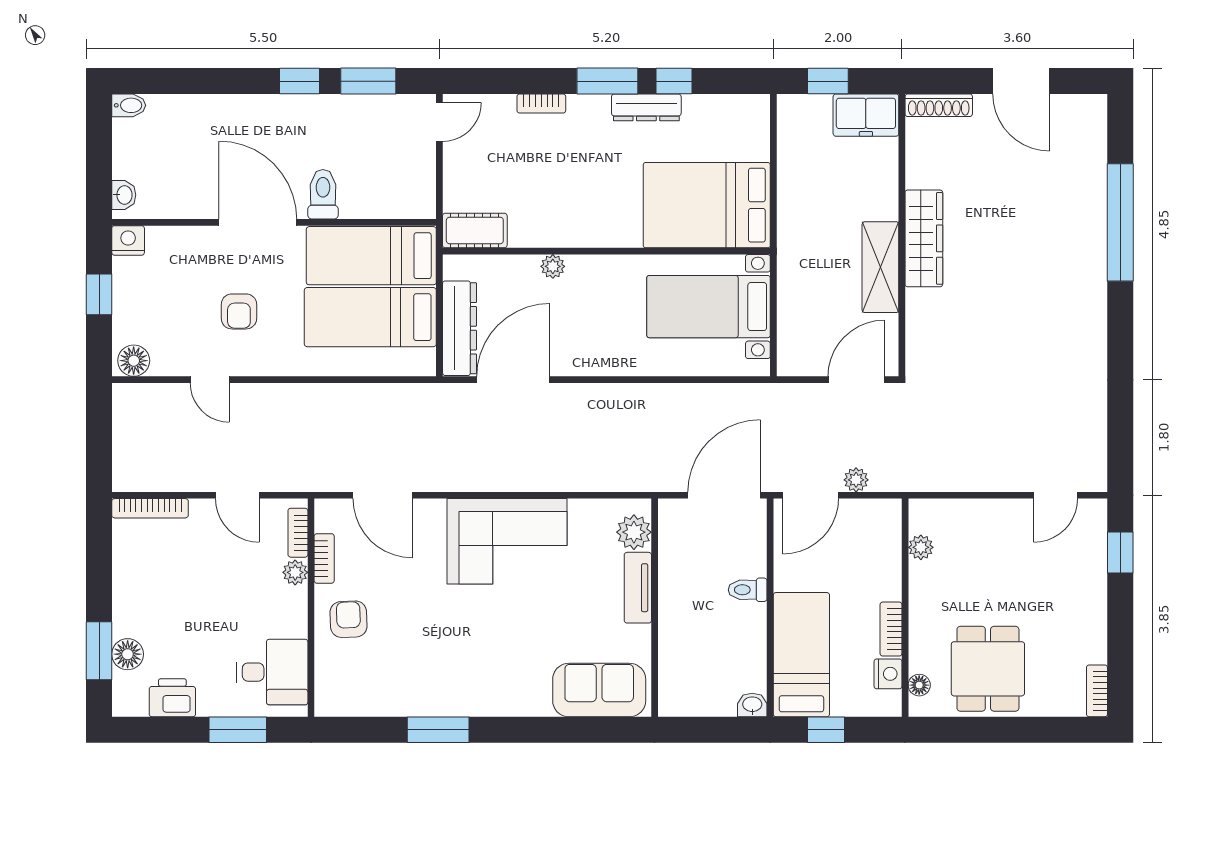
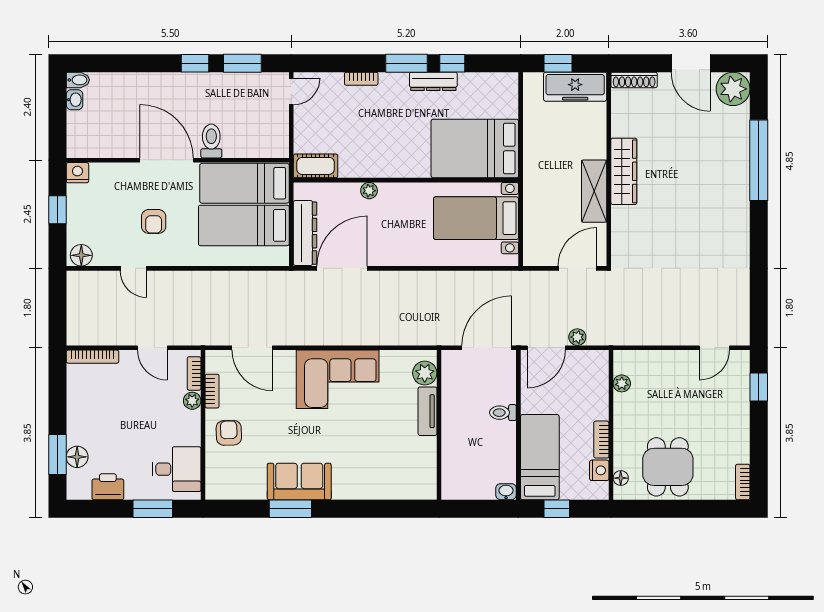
freezer: (866, 115) -> (575, 87), width x1.40
plant: (1083, 118) -> (733, 89), added
washbasin: (124, 195) -> (74, 100), moved
sofa: (599, 690) -> (299, 481), moved

